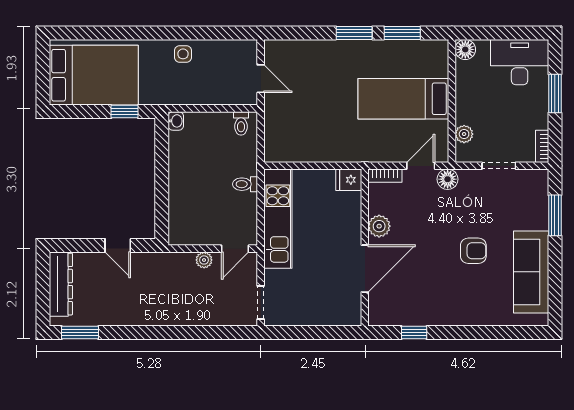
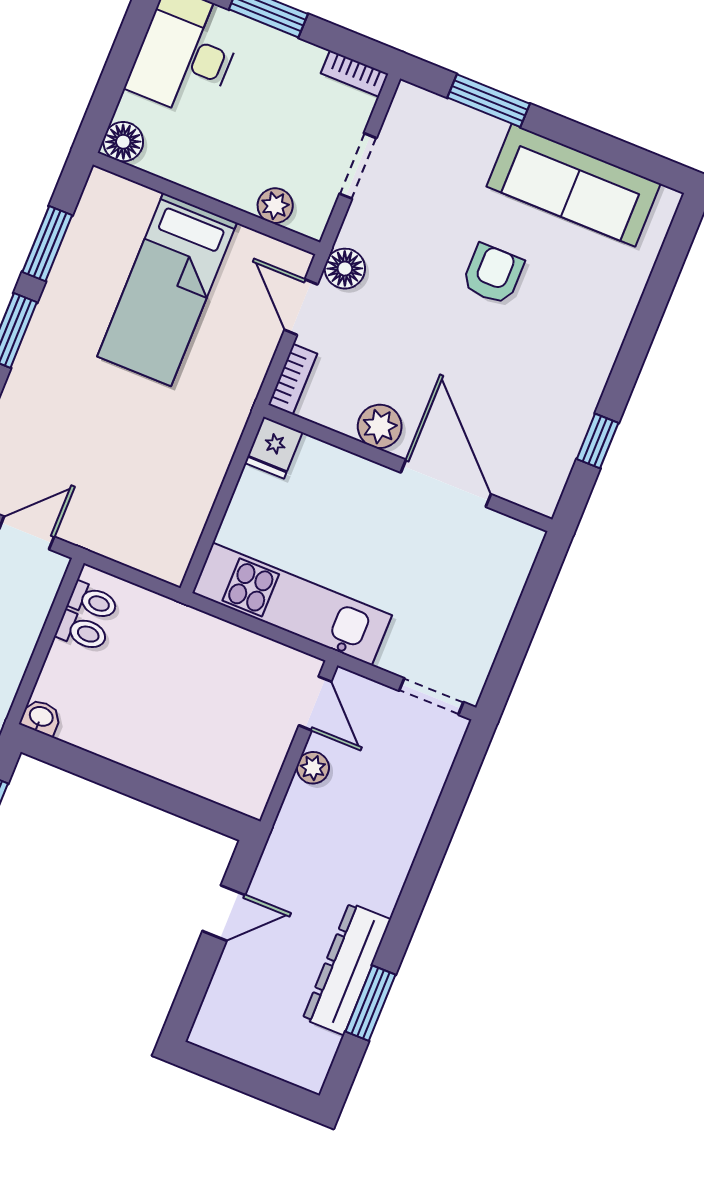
toilet: (245, 184) -> (82, 632), moved, turned -90
dresser: (61, 284) -> (347, 969), moved, turned -90
window: (80, 333) -> (370, 1003), moved

